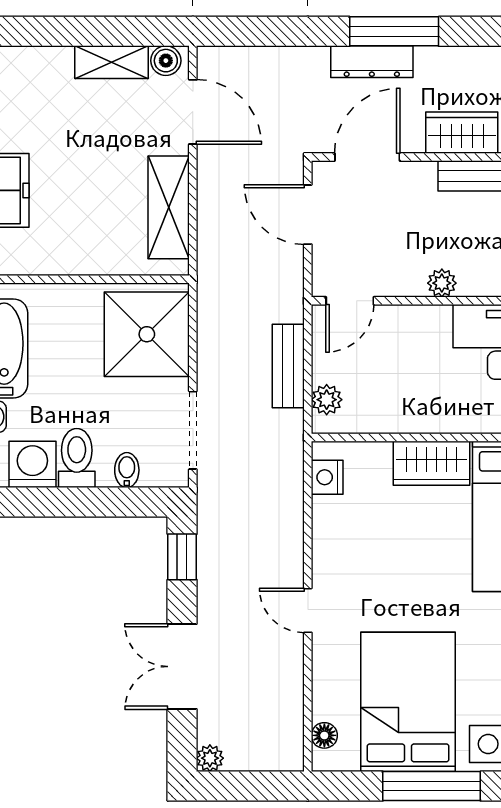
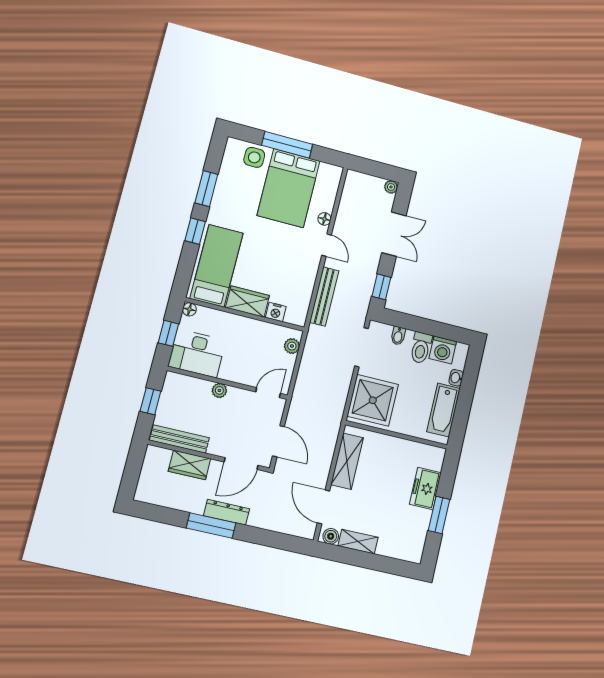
bench: (288, 366) -> (324, 297), moved, width x1.36
nightstand: (327, 477) -> (276, 312), moved, turned 90
floor lamp: (324, 735) -> (324, 219), moved

